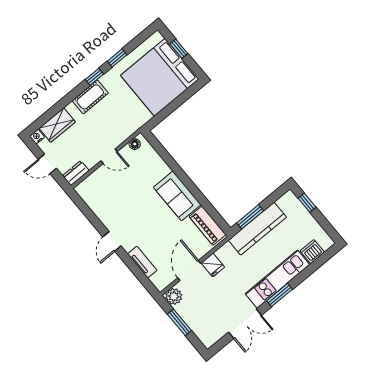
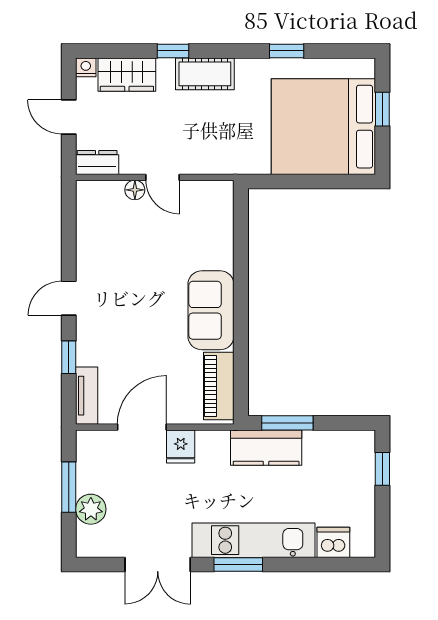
window: (94, 77) -> (173, 51), moved
floor lamp: (135, 144) -> (135, 190), moved
kitchen counter: (257, 229) -> (266, 448), width x0.67
tv unit: (142, 262) -> (87, 396), moved
window: (133, 267) -> (69, 357), added
plant: (174, 296) -> (91, 509), moved

